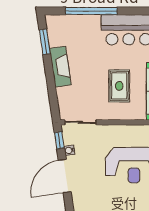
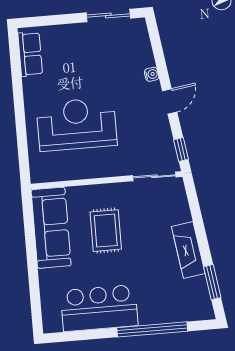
water cooler: (69, 150) -> (152, 74), moved
door: (65, 176) -> (170, 101), width x0.53

